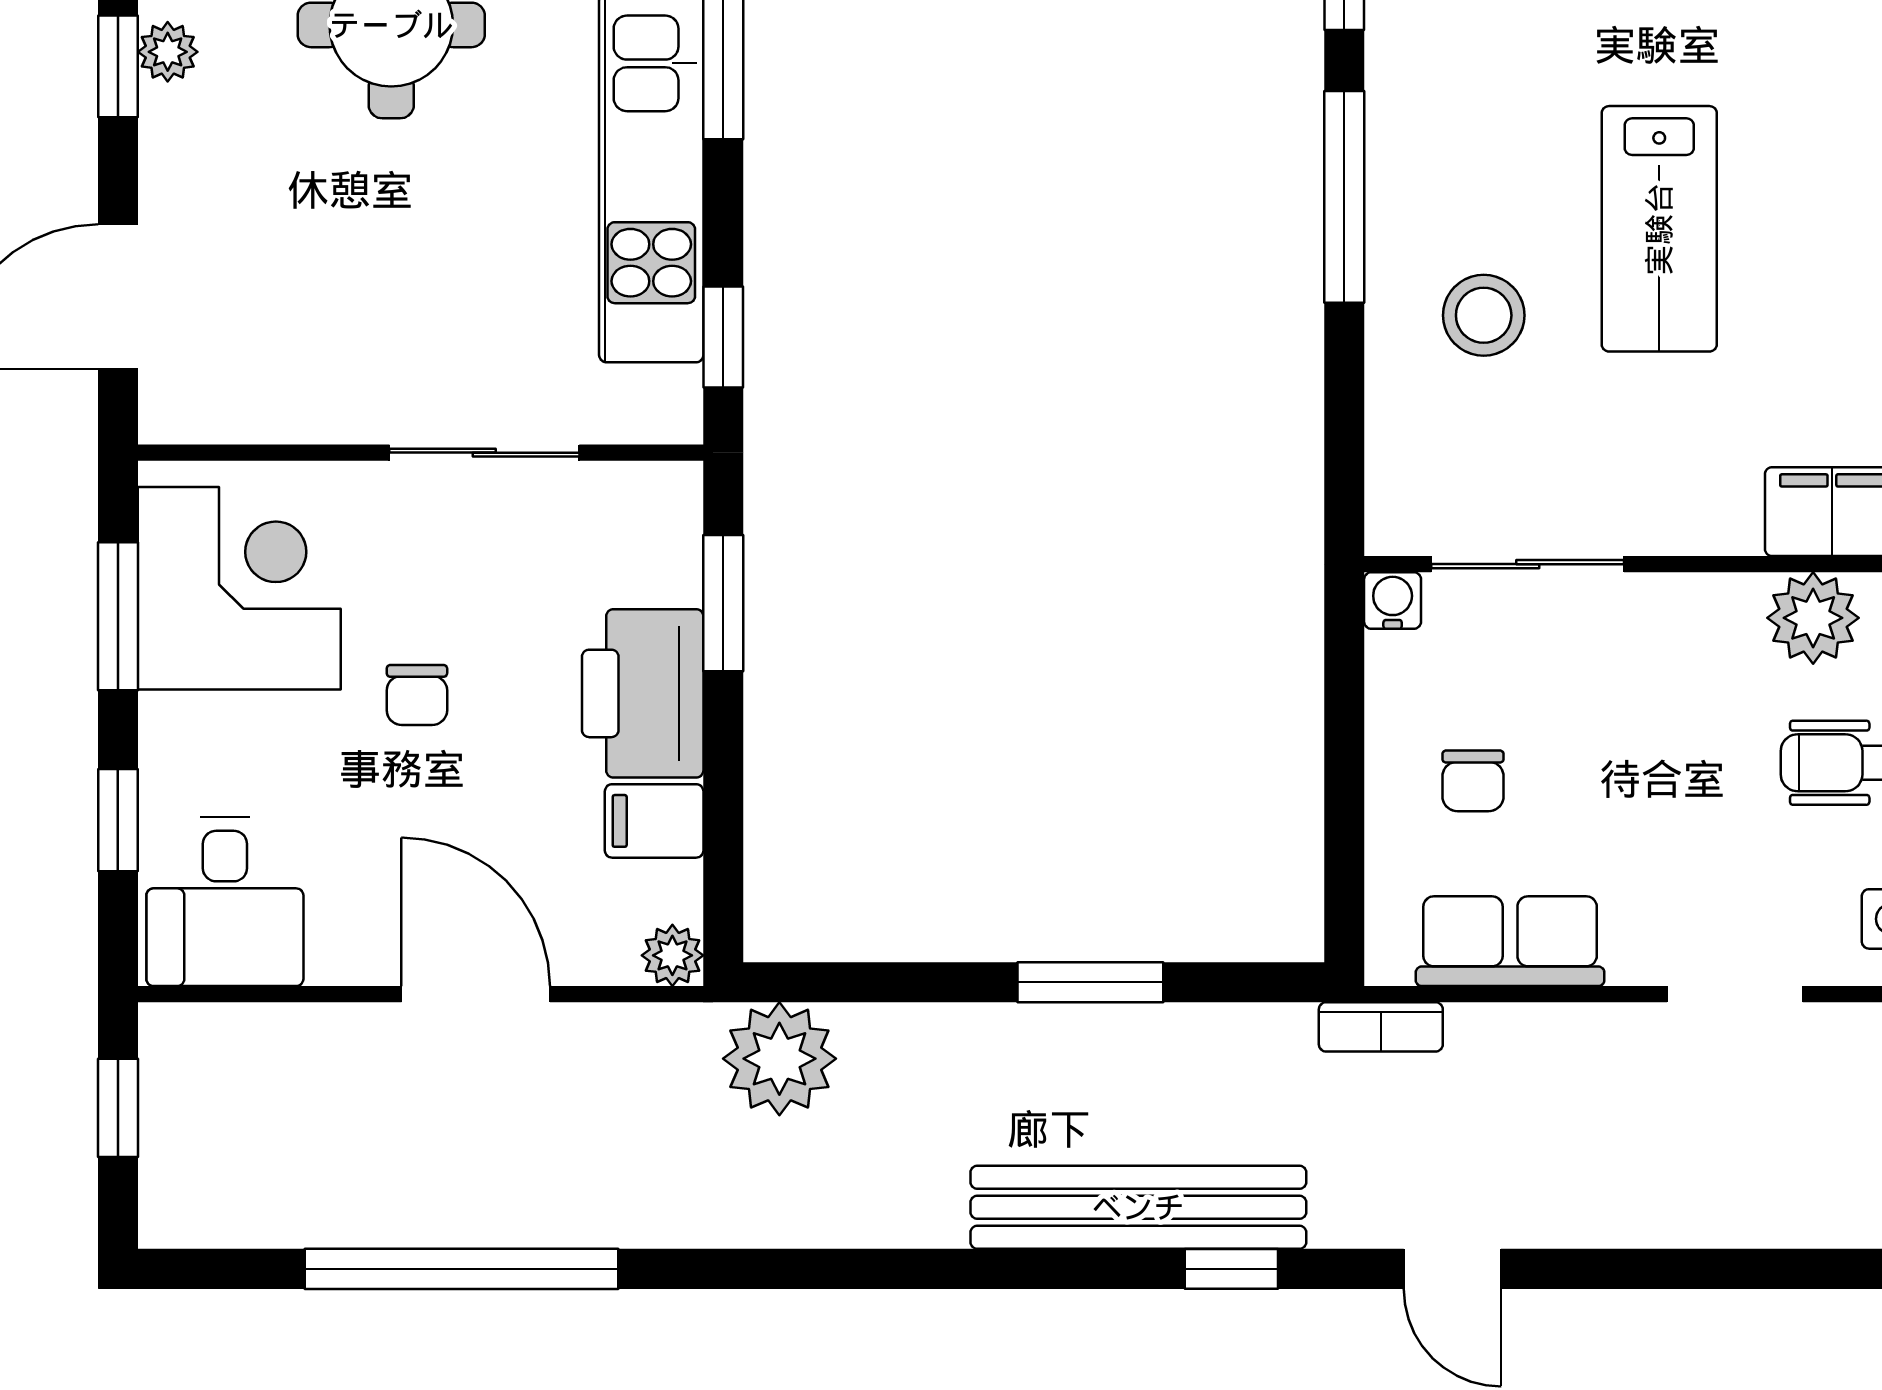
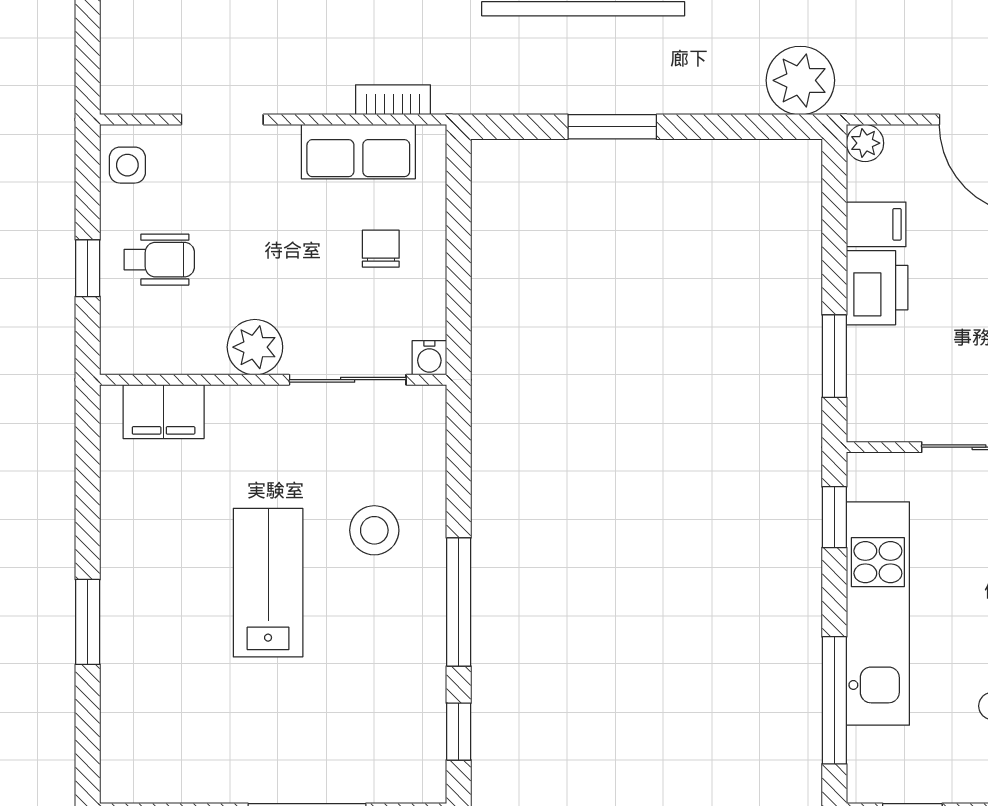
plant: (1813, 618) -> (255, 347), moved
printer: (643, 693) -> (877, 288), width x0.73, depth x0.84
bookcase: (1381, 1027) -> (393, 100), moved

